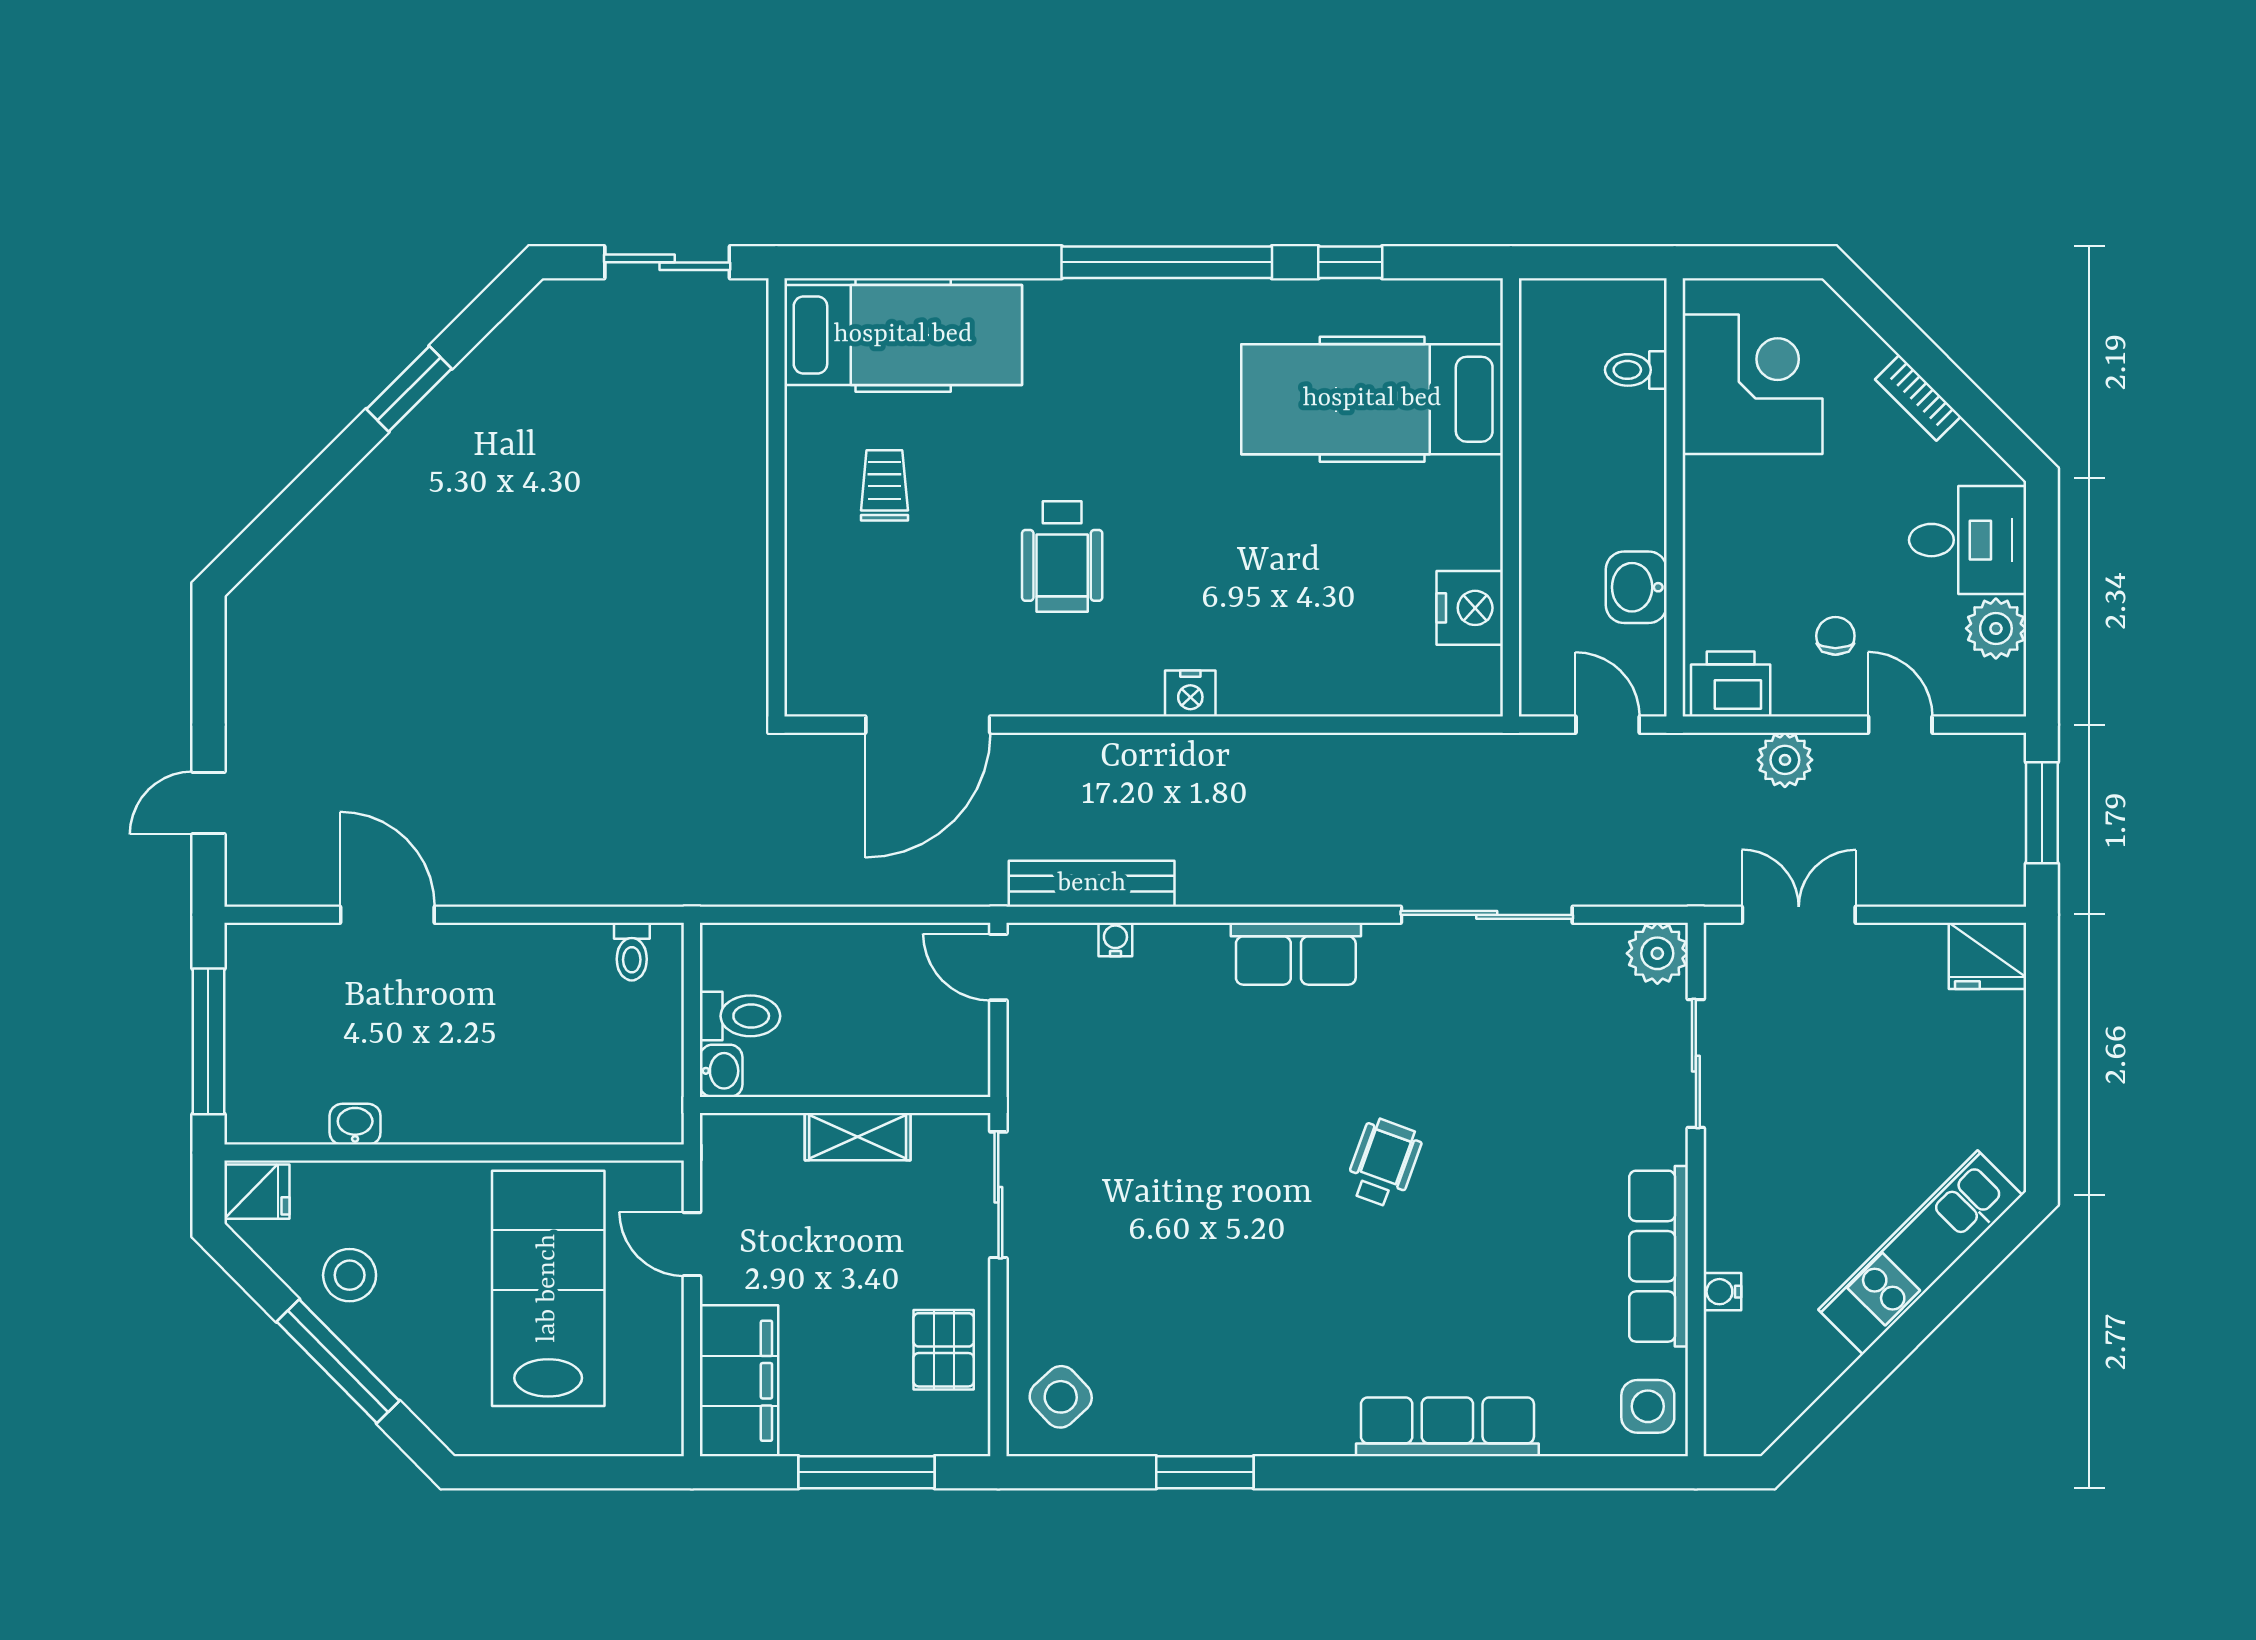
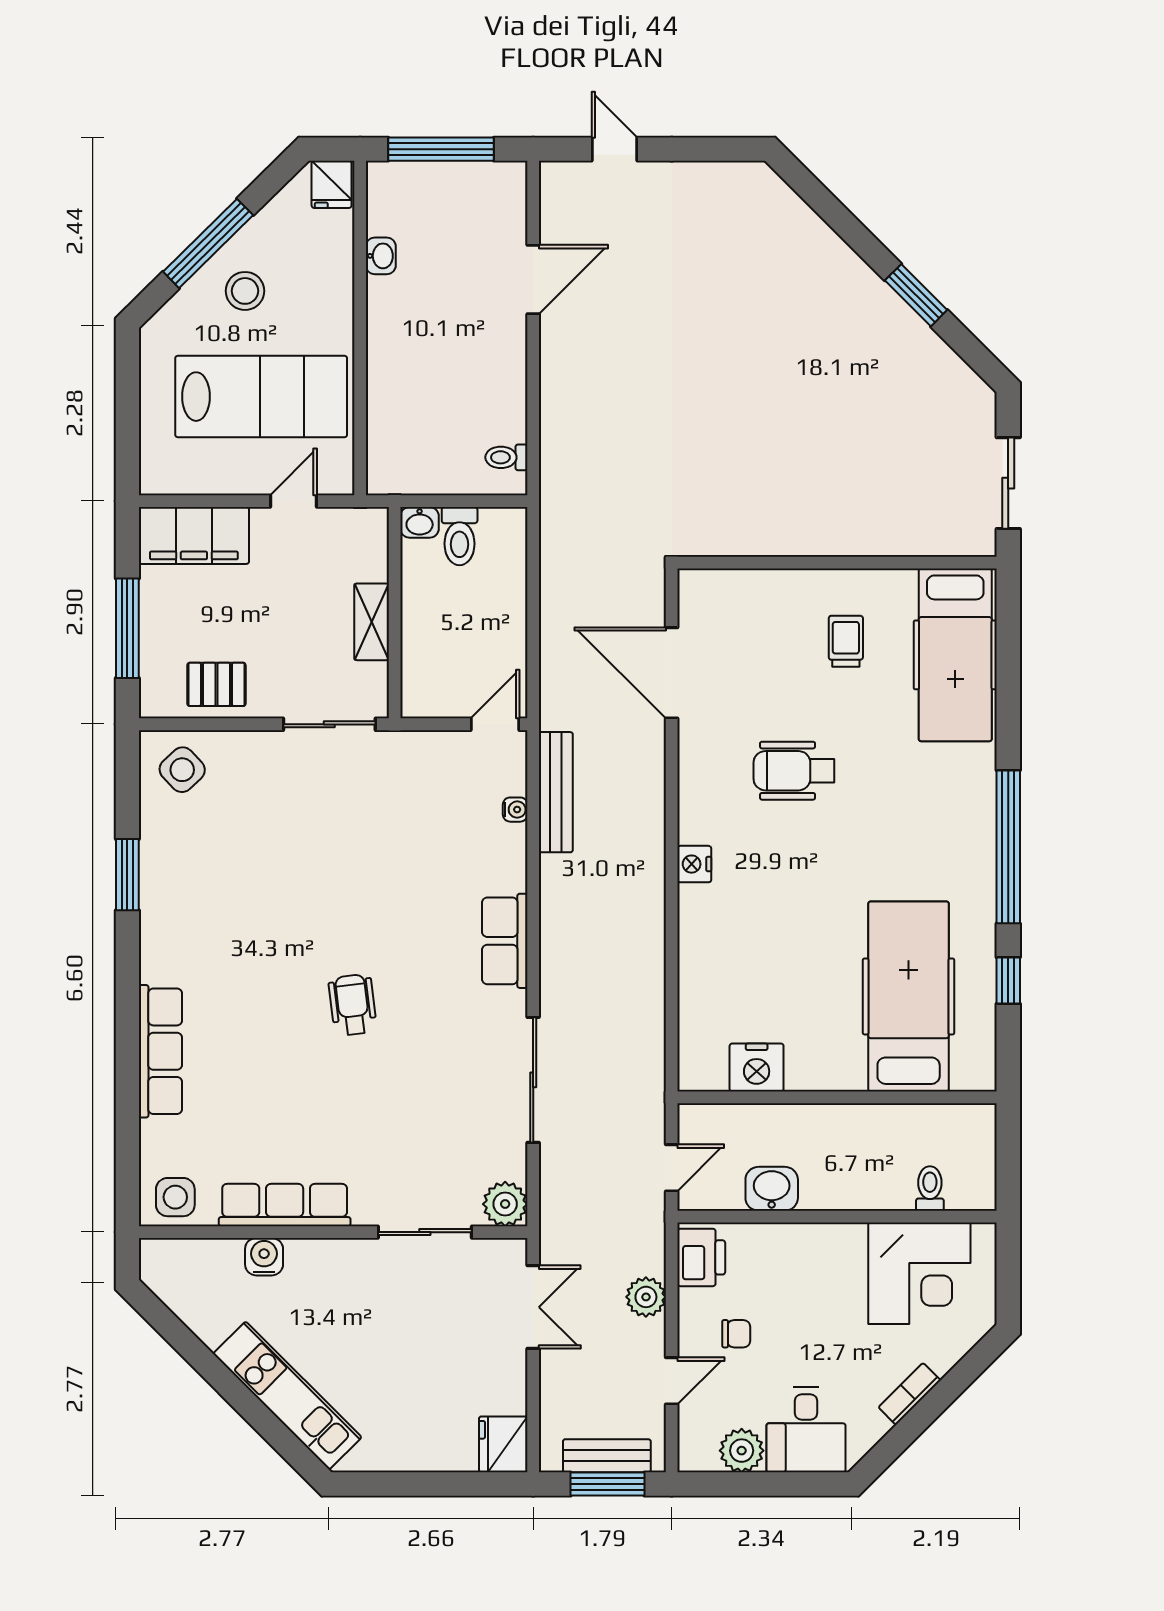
trolley: (884, 485) -> (846, 641), turned -90
bench: (2003, 814) -> (607, 1456), added
wheelchair: (1384, 1163) -> (353, 1005), turned -117
stool: (350, 1275) -> (245, 291), moved
water cooler: (1722, 1292) -> (264, 1257), width x1.38, depth x1.38

